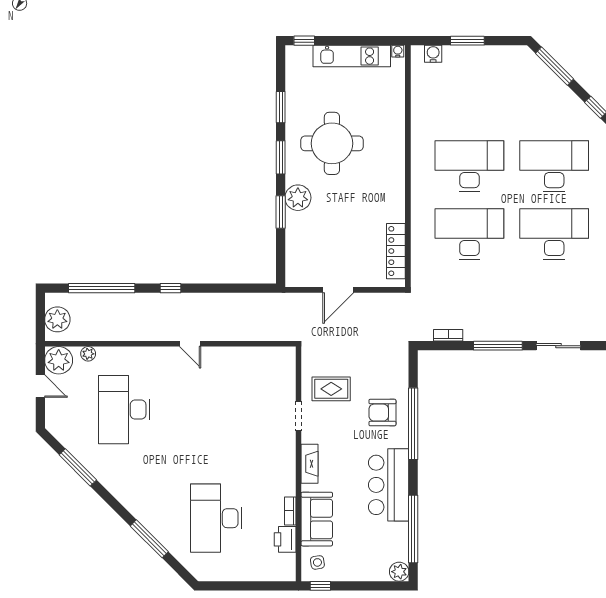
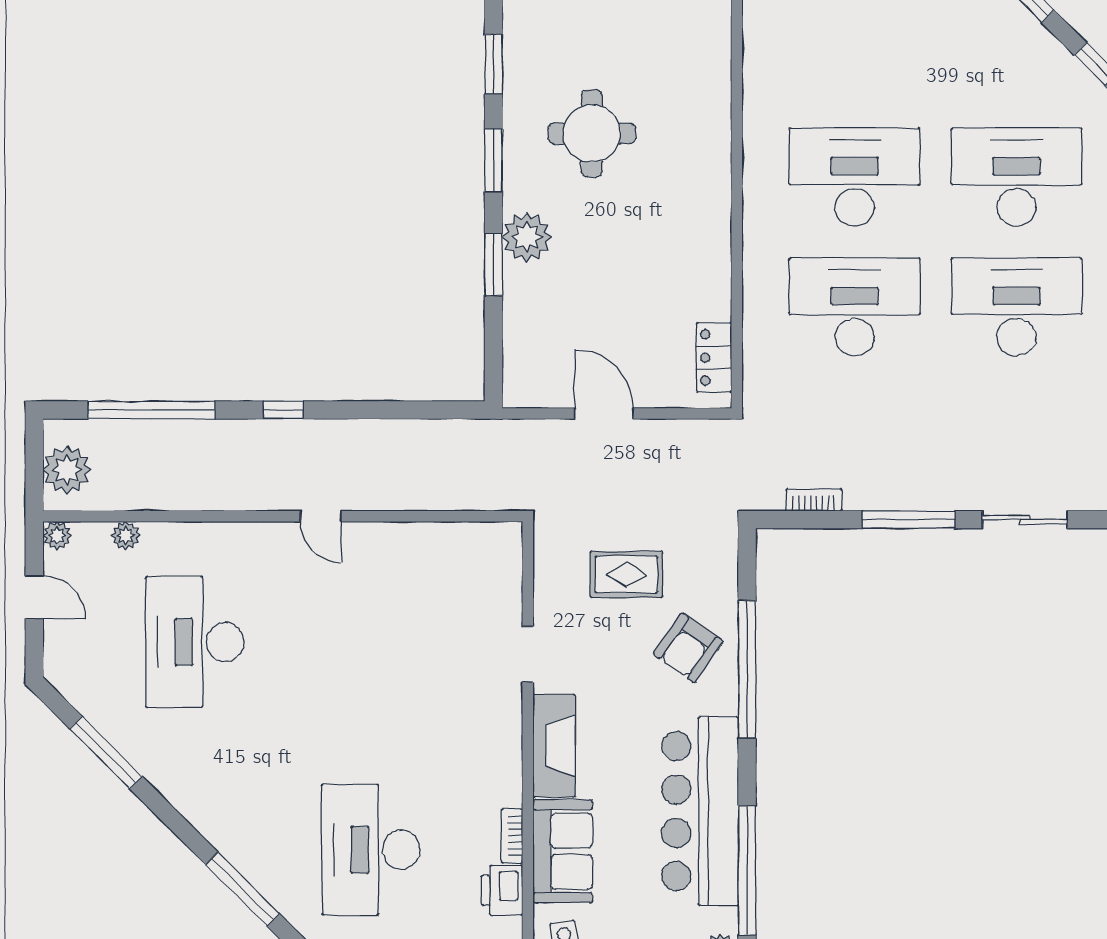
round table: (332, 143) -> (592, 133), width x0.73, depth x0.73
locker: (396, 251) -> (714, 357), width x0.66
door: (338, 290) -> (604, 413), swing flipped
plant: (59, 360) -> (57, 535), width x0.53, depth x0.53
rug: (331, 389) -> (626, 574), moved
armchair: (382, 413) -> (688, 648), turned -55
fireplace: (310, 464) -> (554, 746), width x1.37, depth x1.32
bar counter: (389, 485) -> (700, 811), width x1.36

